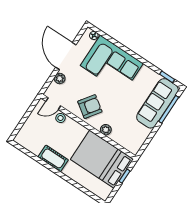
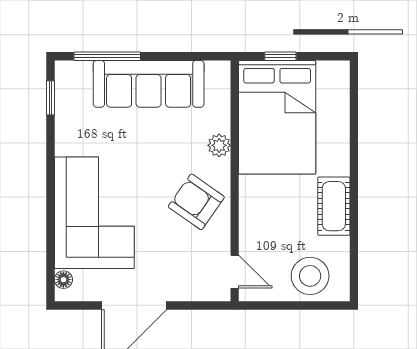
plant: (60, 78) -> (182, 290), removed
sofa: (157, 103) -> (149, 84), moved
stool: (60, 118) -> (310, 276), moved, width x1.89, depth x1.89

